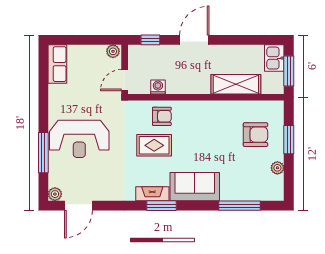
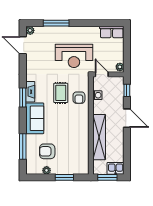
shelving: (236, 84) -> (99, 137), width x1.47
armchair: (255, 135) -> (47, 151), moved, turned 90
reception desk: (79, 139) -> (74, 56), moved, turned -90

